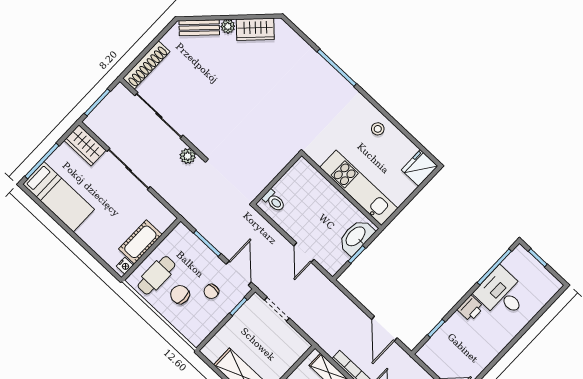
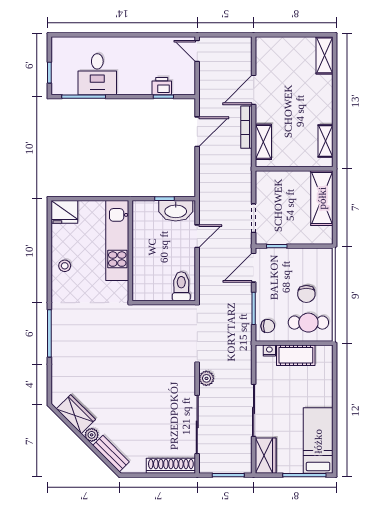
toilet: (274, 201) -> (181, 286), width x1.37, depth x1.39
washbasin: (356, 237) -> (176, 211), moved
nightstand: (125, 266) -> (269, 350), moved
chair: (211, 291) -> (268, 326), moved
printer: (470, 308) -> (162, 86), moved

